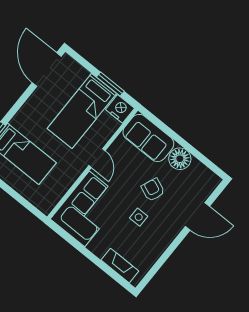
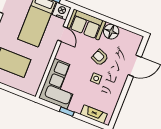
door: (97, 158) -> (62, 34), moved
window: (83, 250) -> (67, 112), added

